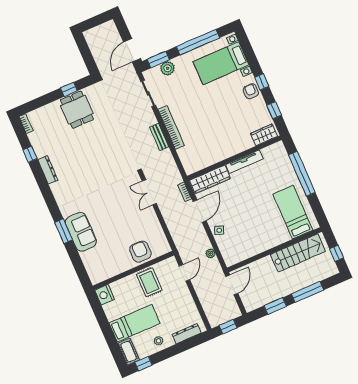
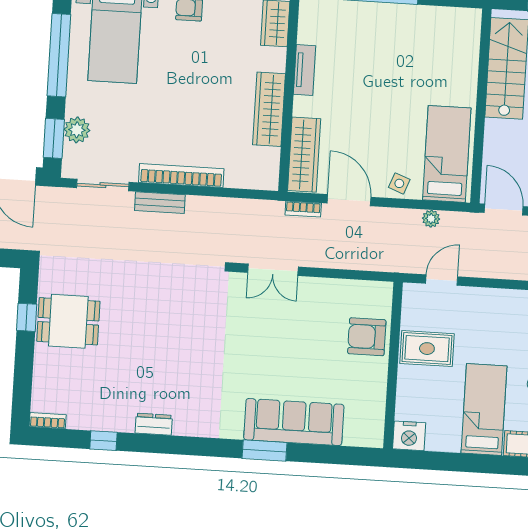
bench: (159, 137) -> (160, 203), moved
wardrobe: (223, 152) -> (269, 109), added
tv unit: (244, 162) -> (305, 70), width x0.71
dresser: (48, 170) -> (154, 424), width x0.70
bed: (293, 212) -> (447, 154), moved, turned 90
sofa: (81, 232) -> (294, 422), width x1.36
door: (184, 273) -> (442, 280), hinge flipped

